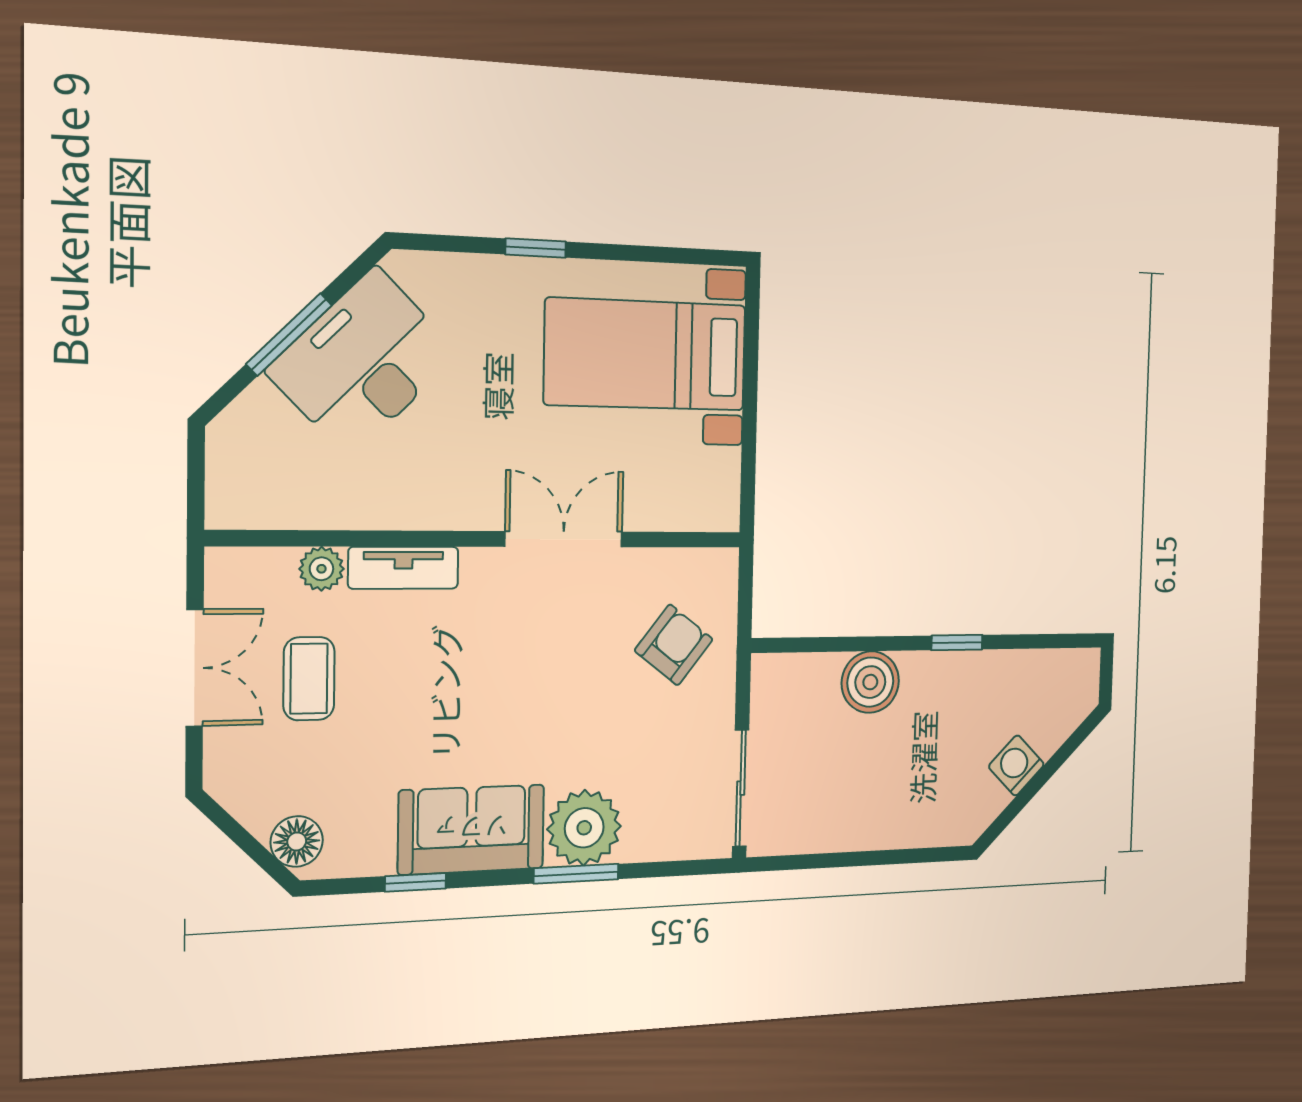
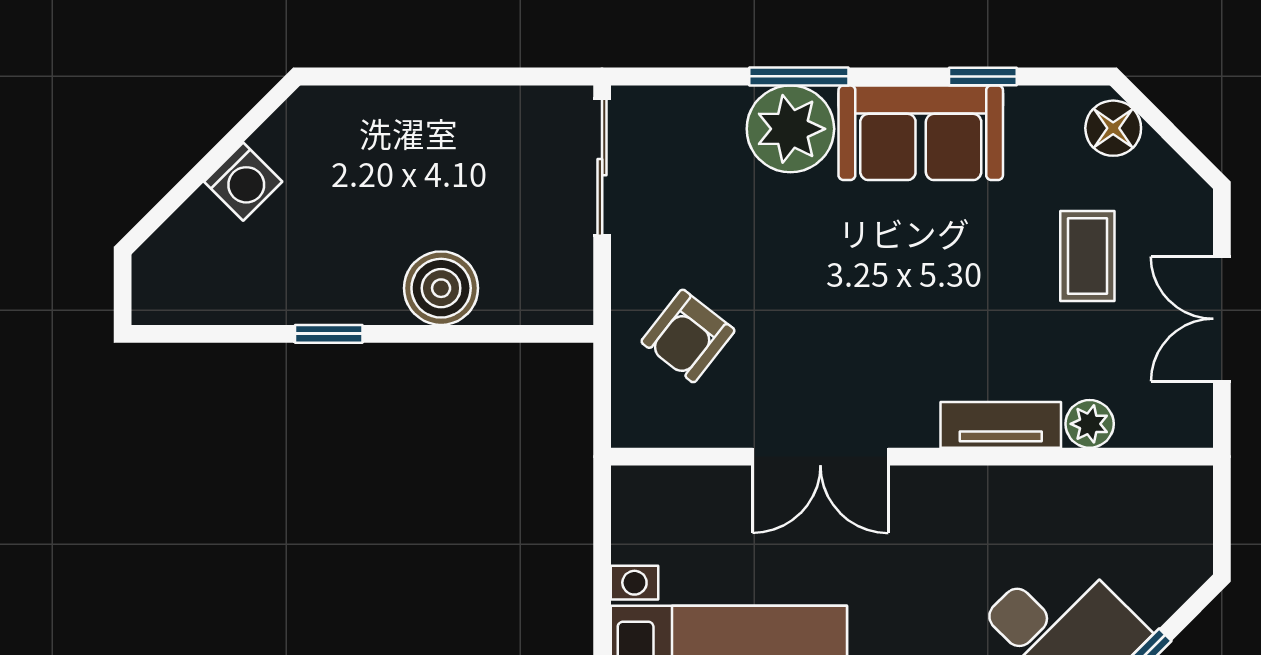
coffee table: (309, 679) -> (1087, 256), moved

